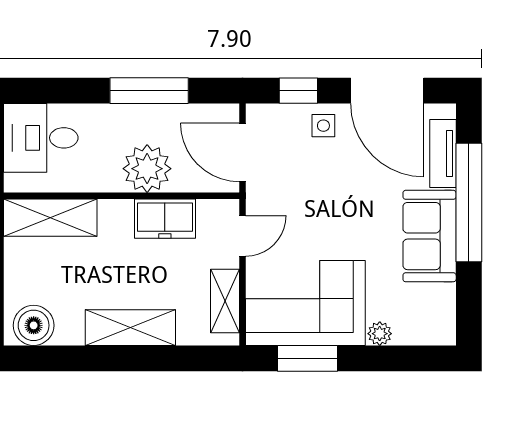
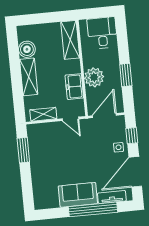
window: (149, 91) -> (126, 75), width x0.69
corner sofa: (305, 303) -> (46, 147), removed
boiler: (34, 325) -> (27, 49), moved
plant: (380, 334) -> (36, 178), removed

